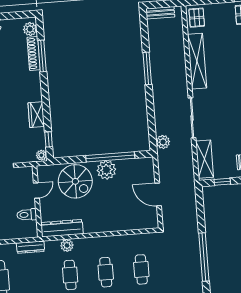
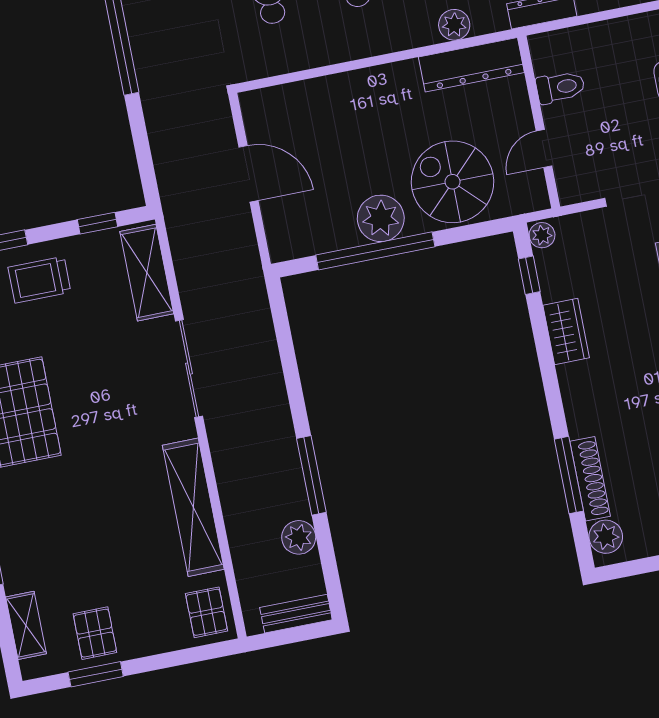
plant: (163, 142) -> (299, 537), moved

